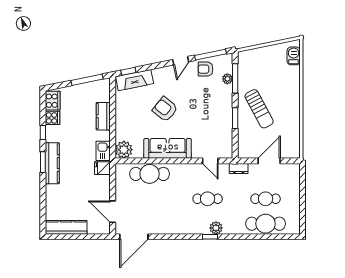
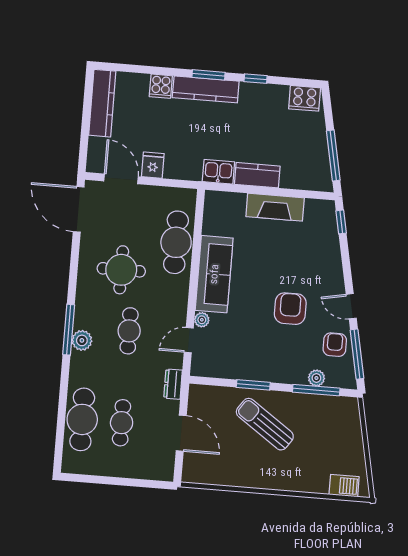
fireplace: (135, 80) -> (275, 207), moved, turned -78
armchair: (165, 109) -> (290, 309), moved, turned -39
sun lounger: (259, 109) -> (265, 424), turned 63
kitchen counter: (103, 116) -> (257, 175), moved
cooker: (52, 118) -> (161, 86), moved
plant: (124, 150) -> (202, 320), moved, width x0.53, depth x0.53
fridge: (102, 168) -> (153, 165), moved
round table: (170, 207) -> (121, 270), added
door: (113, 212) -> (121, 179), hinge flipped
window: (210, 237) -> (69, 330), width x2.17

